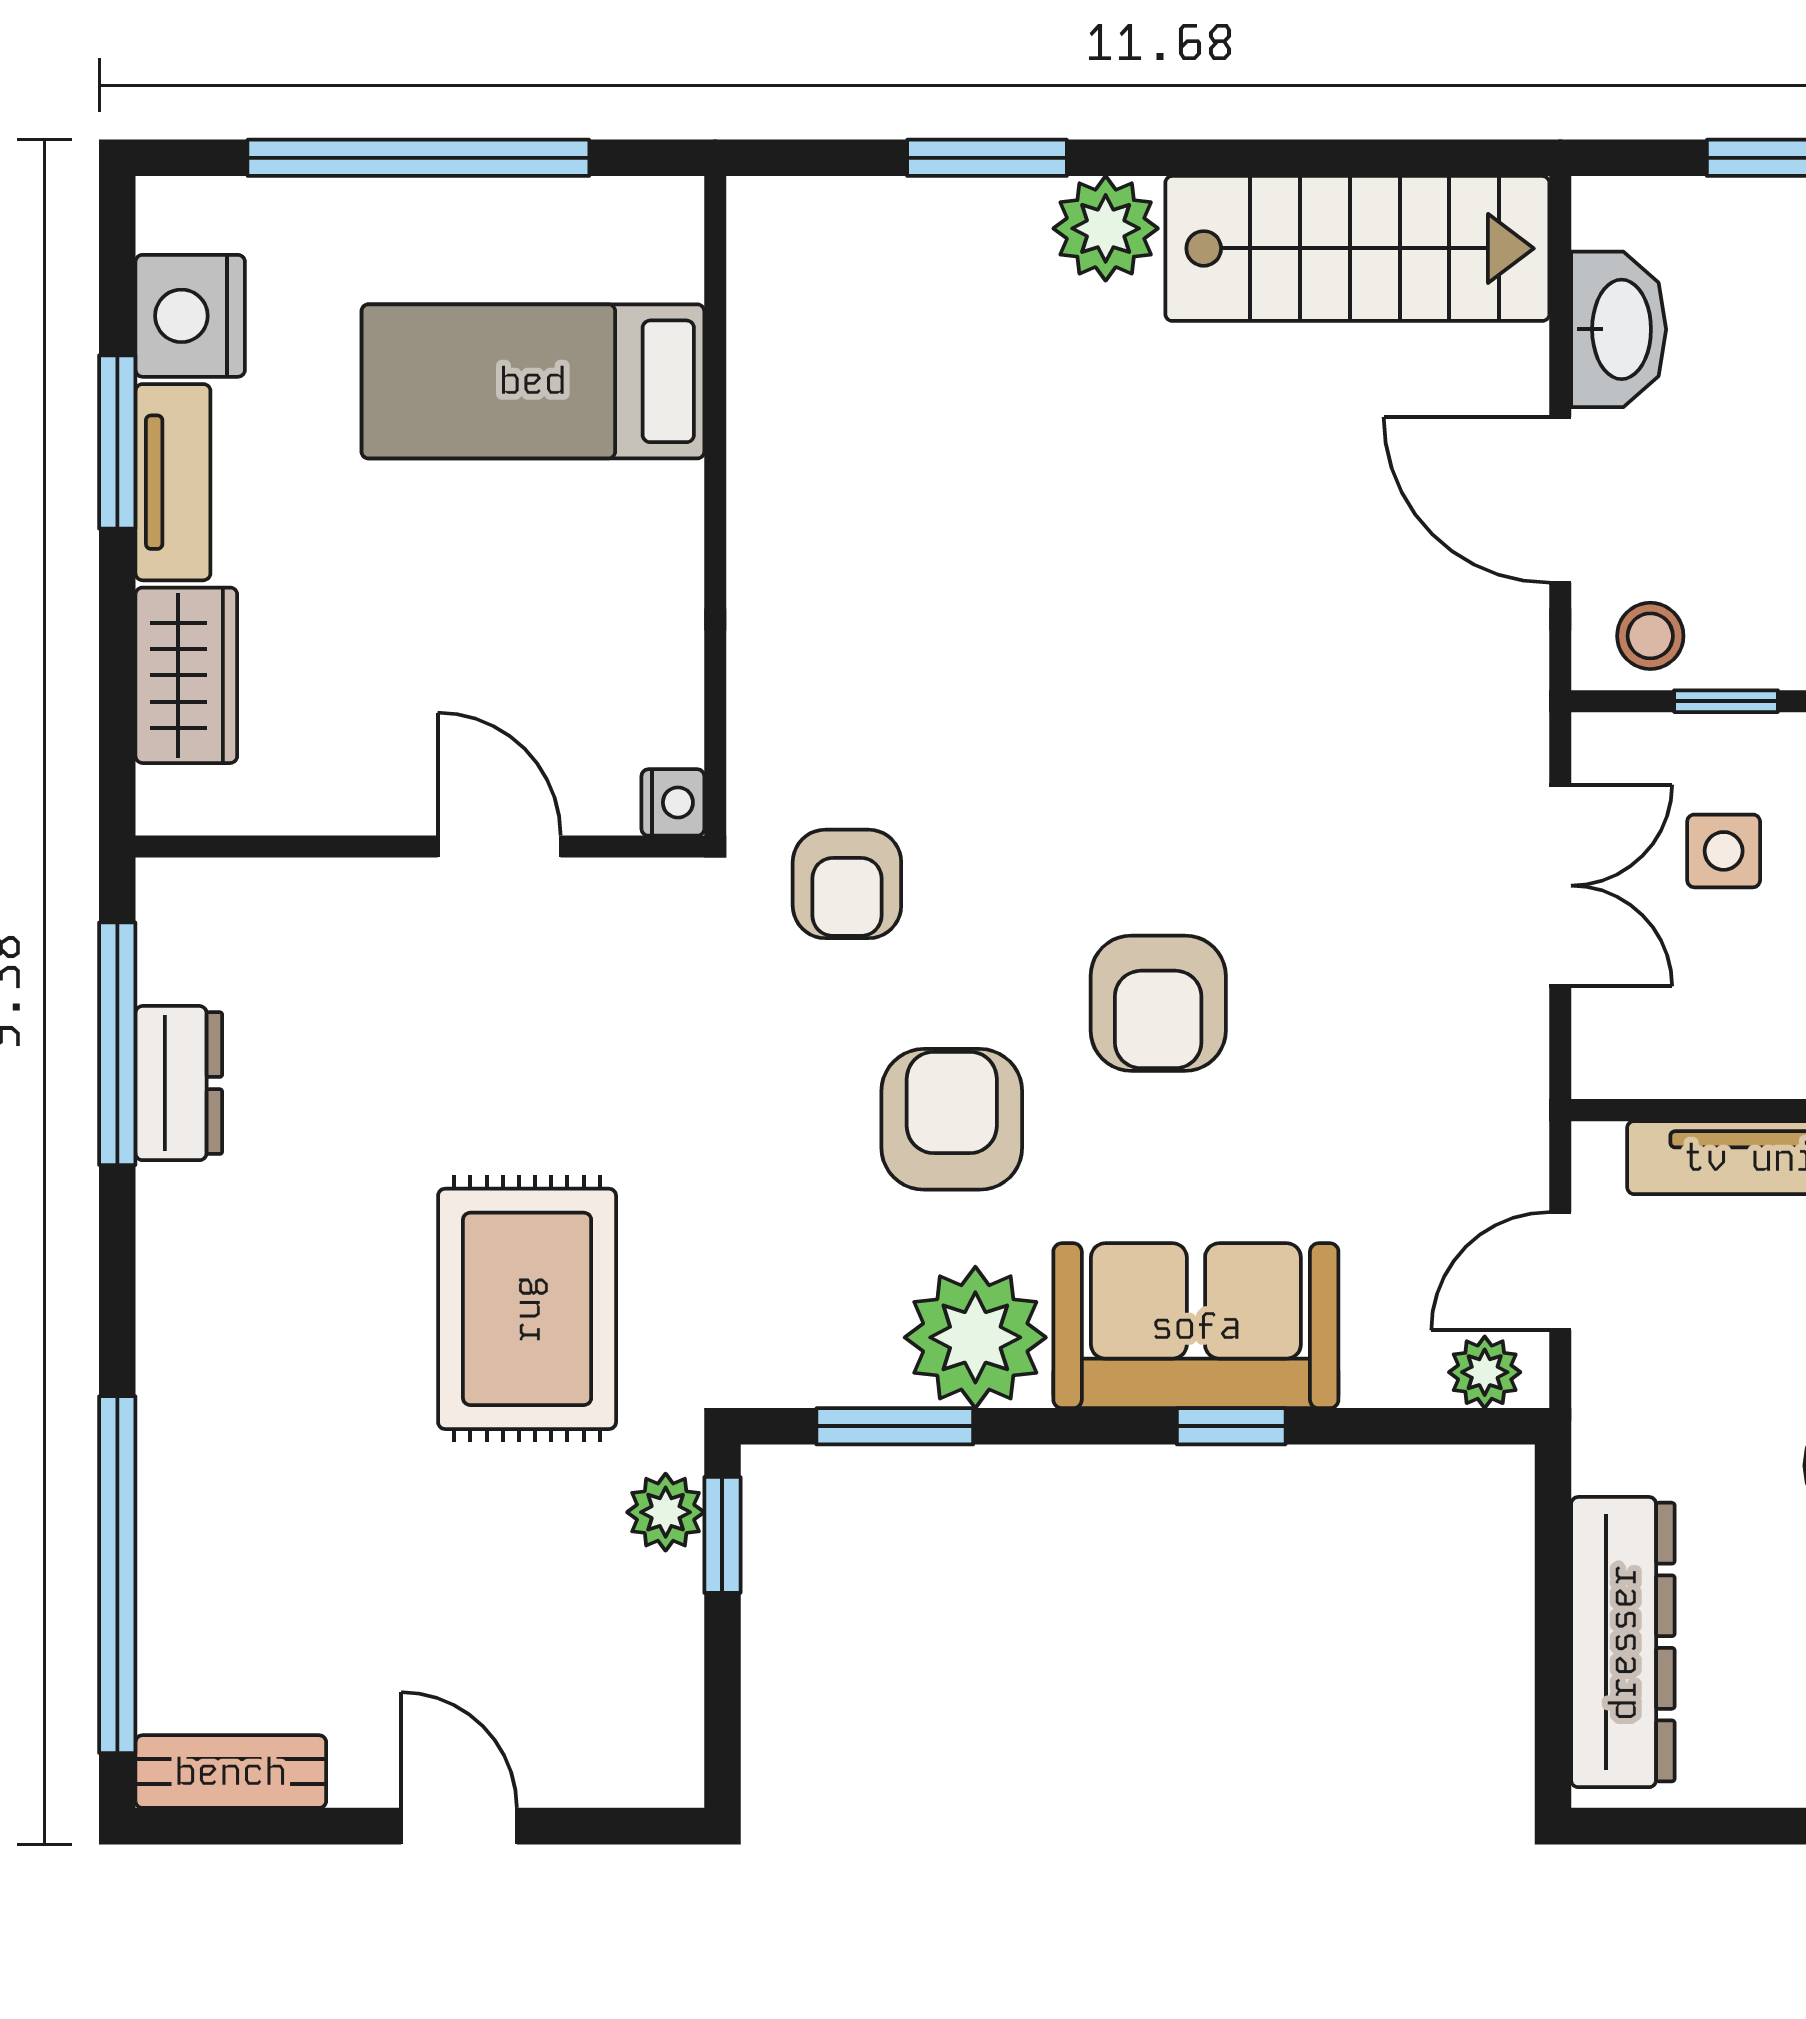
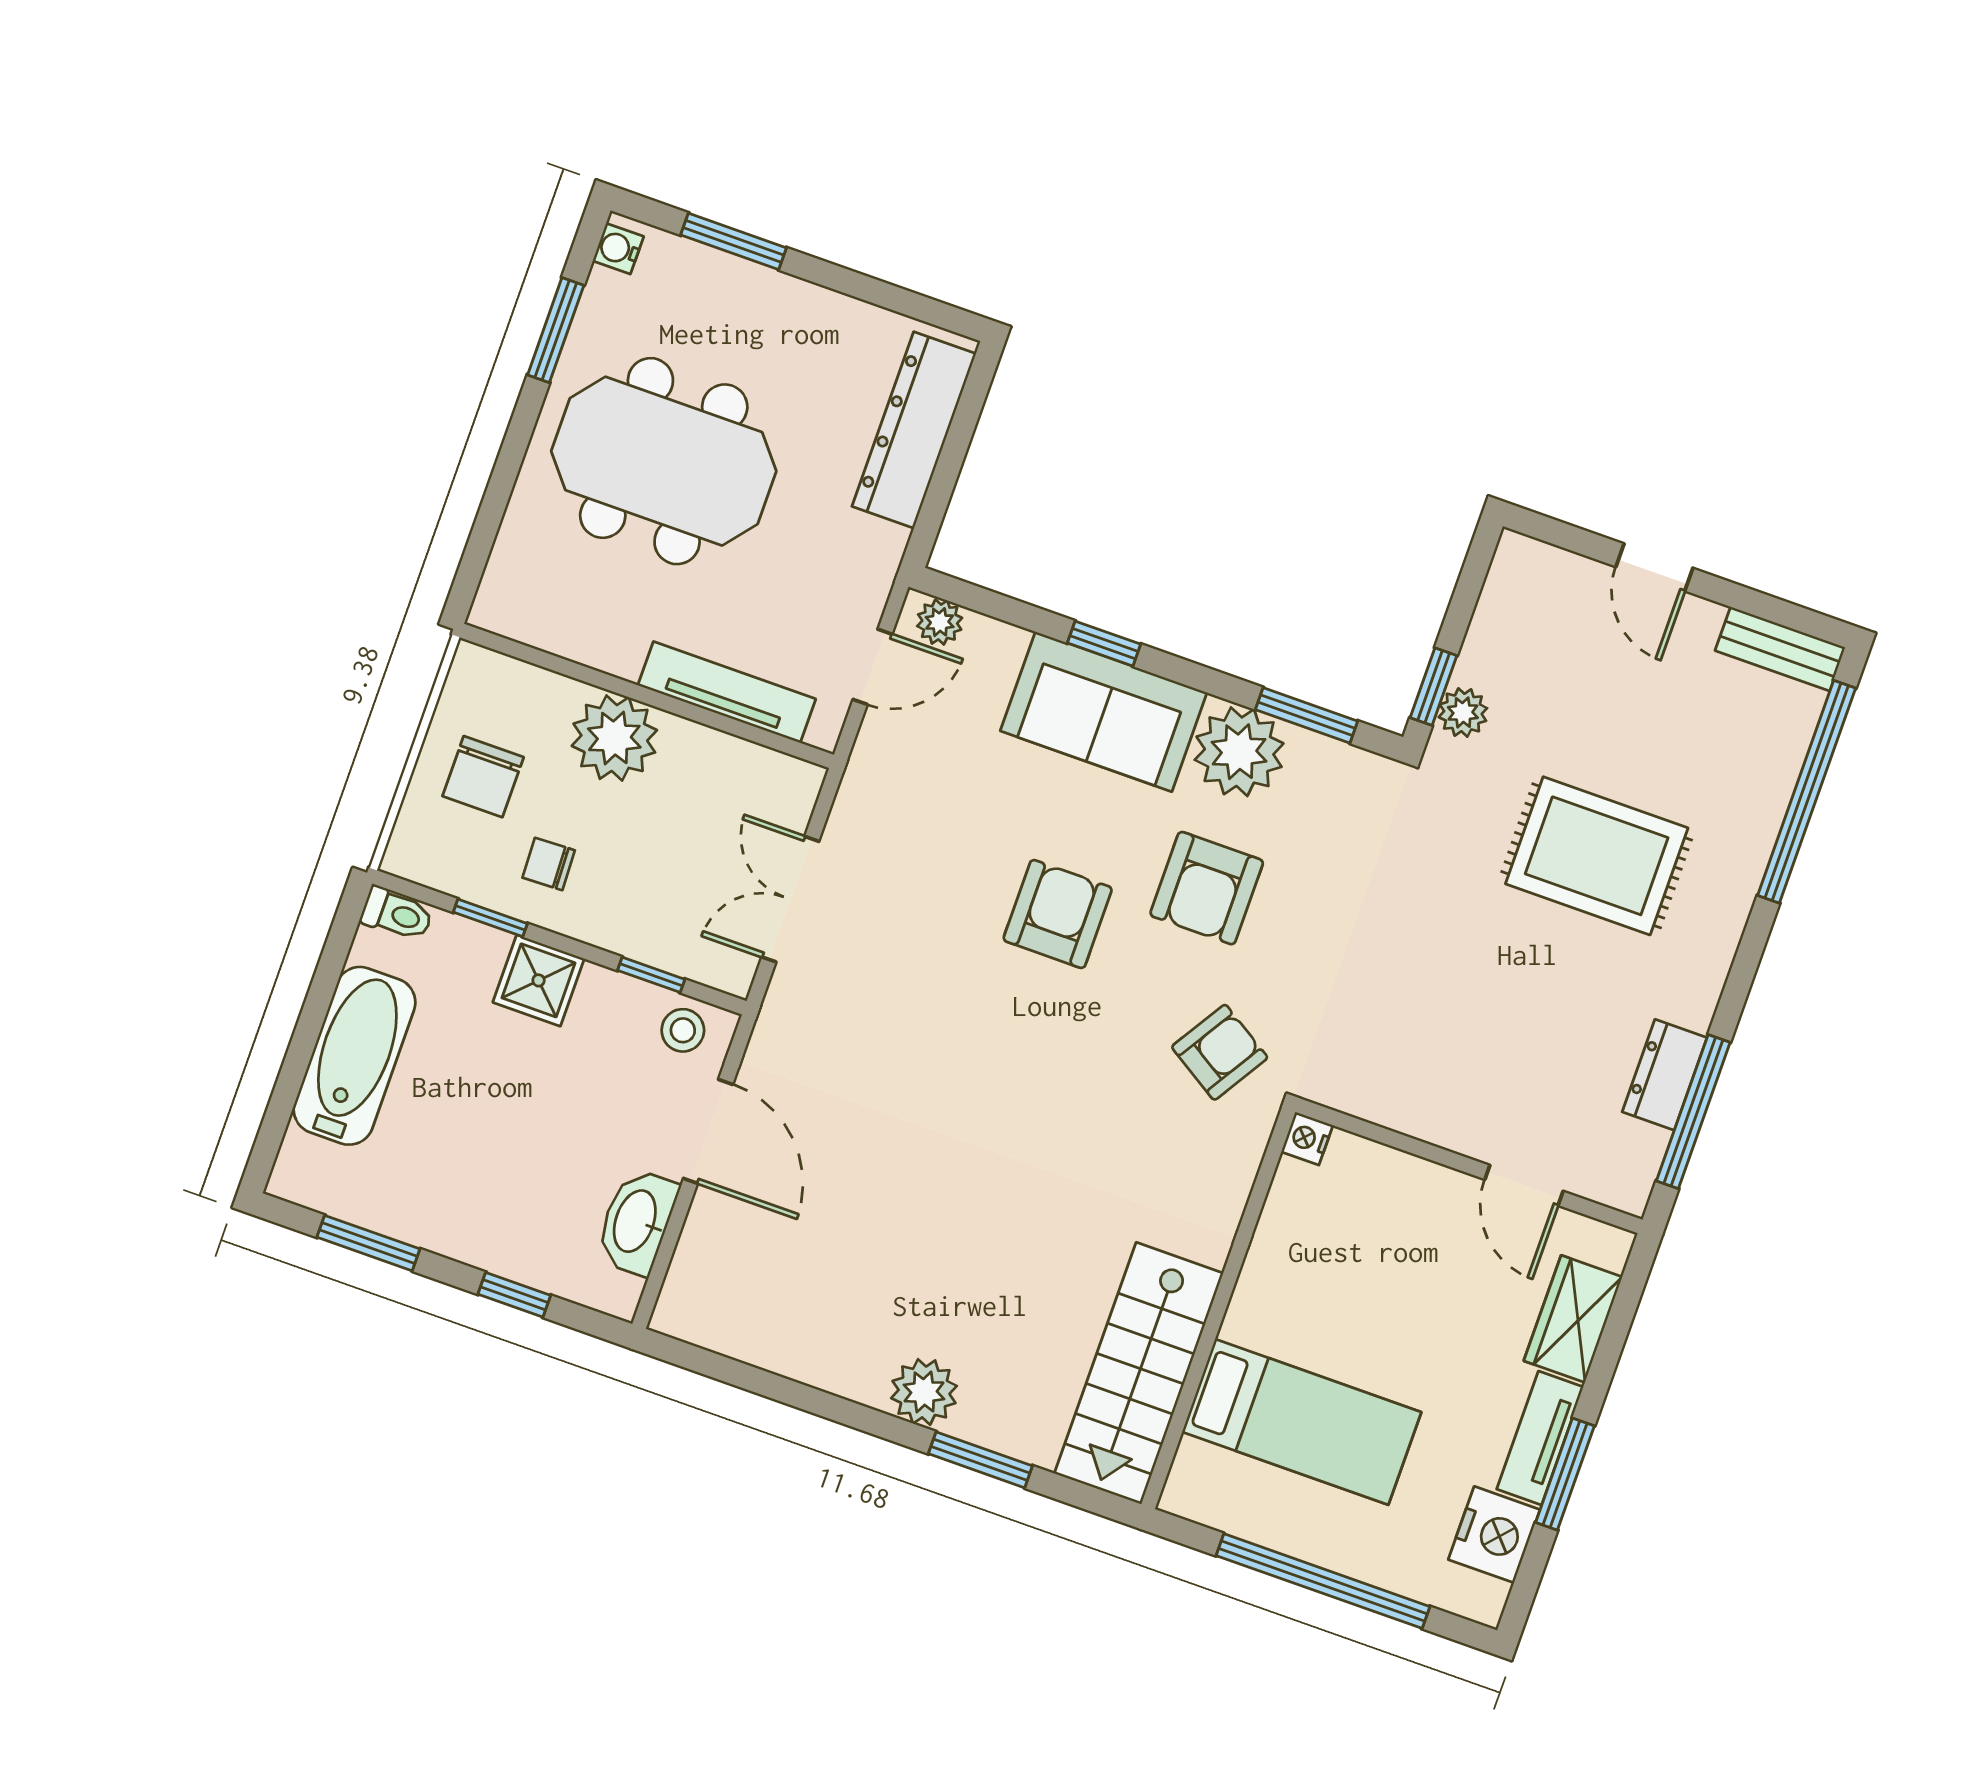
stairs: (1357, 248) -> (1139, 1373), moved, turned -90
door: (499, 847) -> (1524, 1185), moved
side table: (1724, 851) -> (685, 885), removed
armchair: (847, 884) -> (1220, 1052), turned 32
rug: (527, 1309) -> (1597, 856), moved, turned 90

